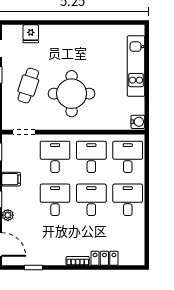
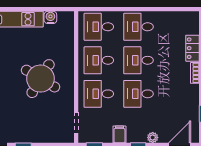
cafe table: (28, 86) -> (33, 119), removed
round table: (72, 94) -> (41, 79), turned 31
water cooler: (138, 122) -> (50, 17), moved

